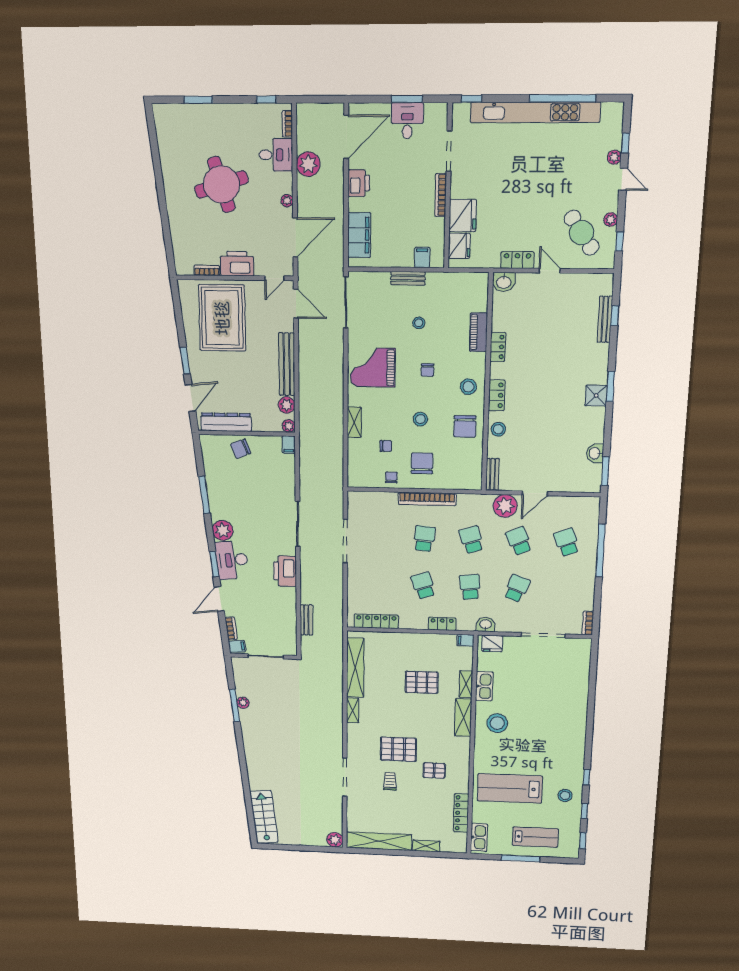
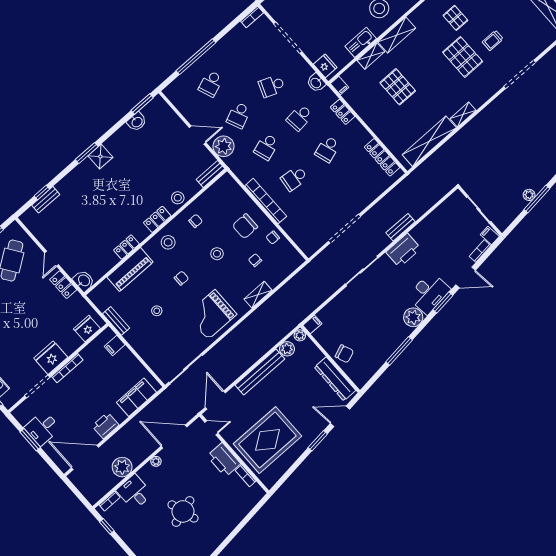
round table: (221, 184) -> (183, 511), width x0.73, depth x0.73
fridge: (463, 216) -> (51, 358), moved
bench: (408, 278) -> (116, 321), moved
bench: (605, 319) -> (46, 200), width x0.73
piano: (478, 332) -> (130, 270), width x1.37, depth x1.33
grand piano: (373, 367) -> (211, 315), turned 90
chair: (465, 426) -> (196, 221), width x0.54, depth x0.54
bench: (306, 620) -> (400, 227), moved

